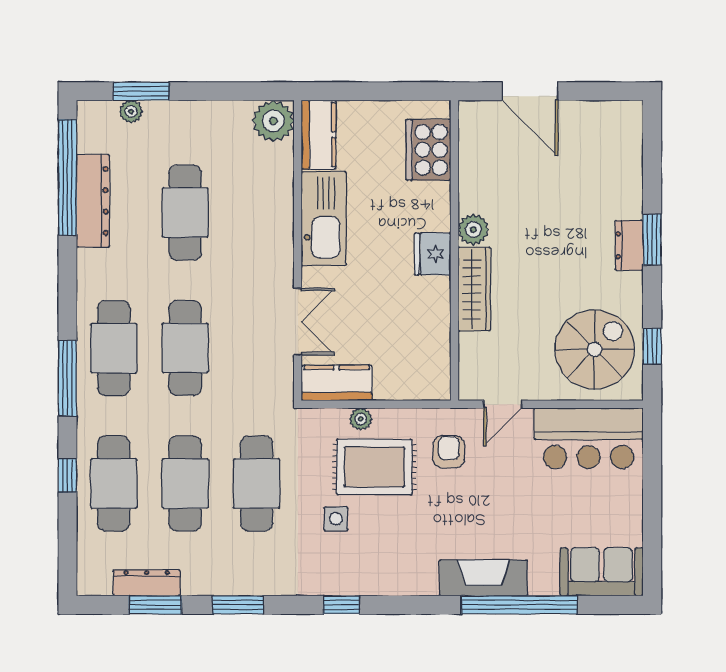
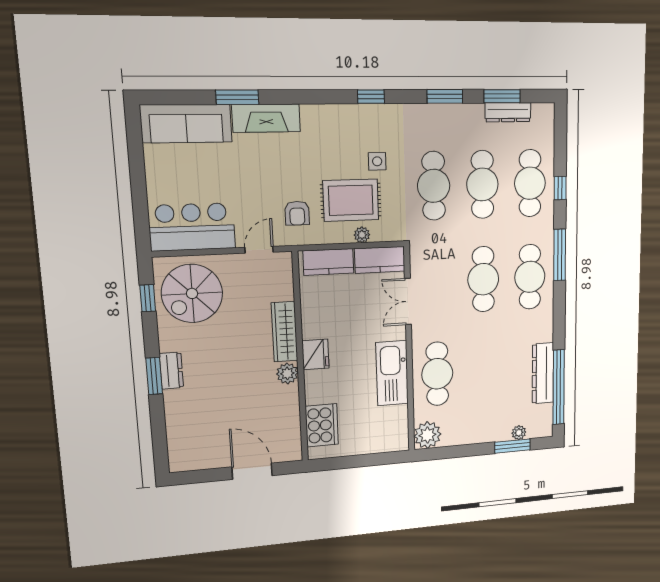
kitchen counter: (318, 135) -> (328, 262), moved, turned -90
cafe table: (185, 213) -> (437, 374), moved
sofa: (602, 572) -> (186, 124), width x1.36
window: (519, 605) -> (237, 97), width x0.47

